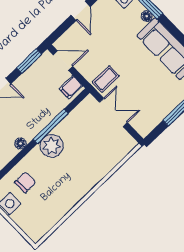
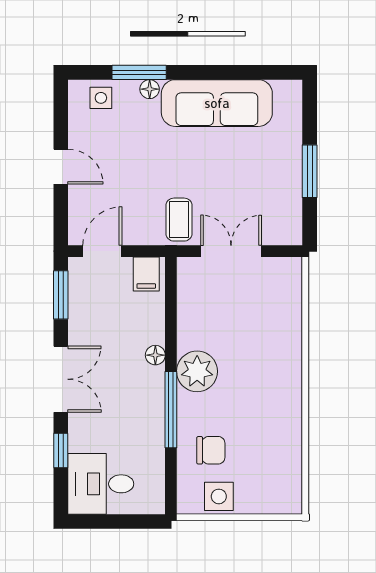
window: (51, 126) -> (171, 410), moved
floor lamp: (20, 143) -> (155, 355), moved
chair: (25, 182) -> (211, 450), turned 90

